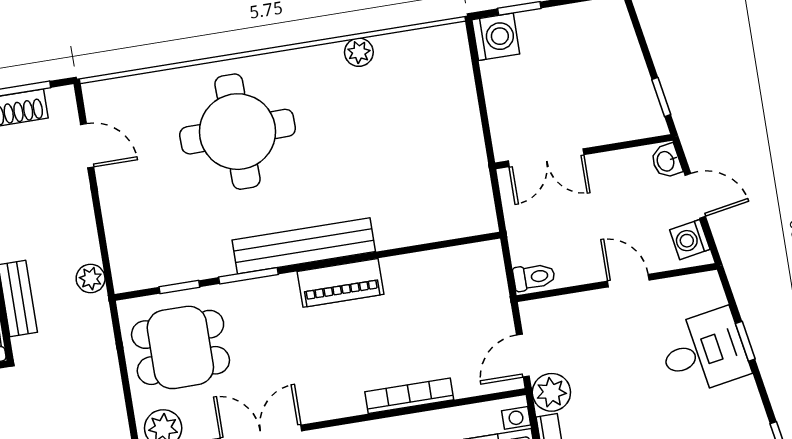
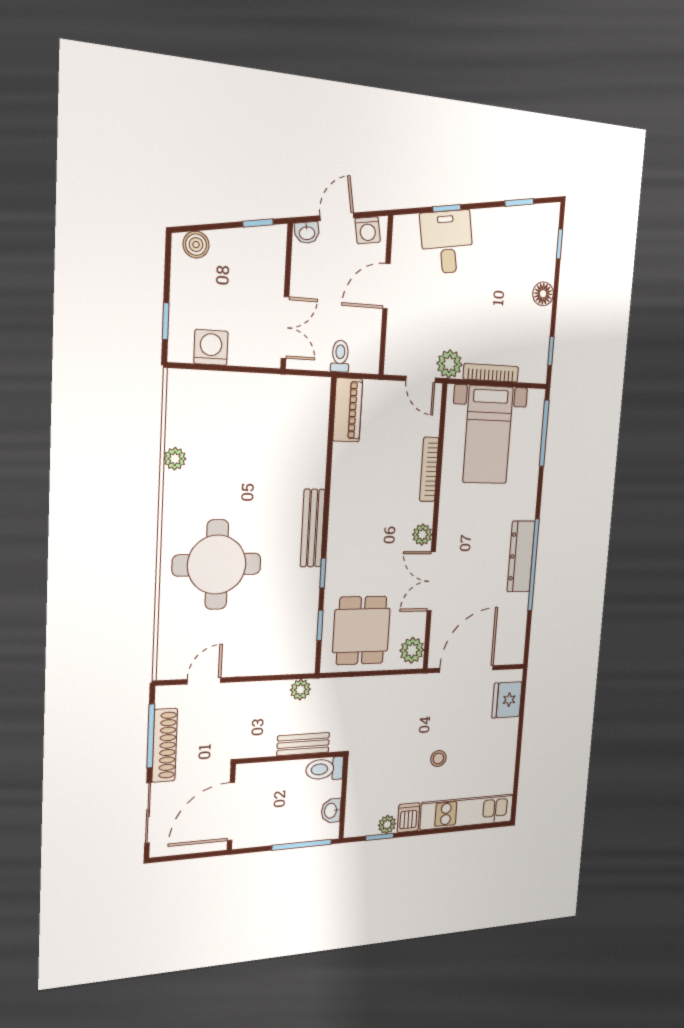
boiler: (617, 27) -> (196, 245), added
washing machine: (496, 37) -> (211, 347), moved
bench: (304, 246) -> (313, 528), width x0.73, depth x0.82
window: (248, 276) -> (323, 573), width x0.67
toilet: (534, 277) -> (340, 356), moved
door: (628, 281) -> (386, 286), width x1.38
piano: (341, 283) -> (348, 410), moved
plant: (321, 406) -> (422, 535), added

